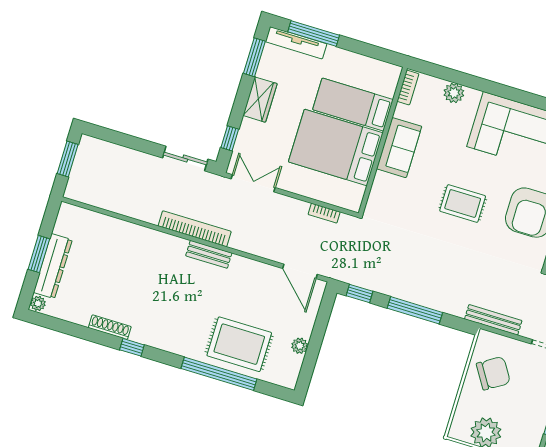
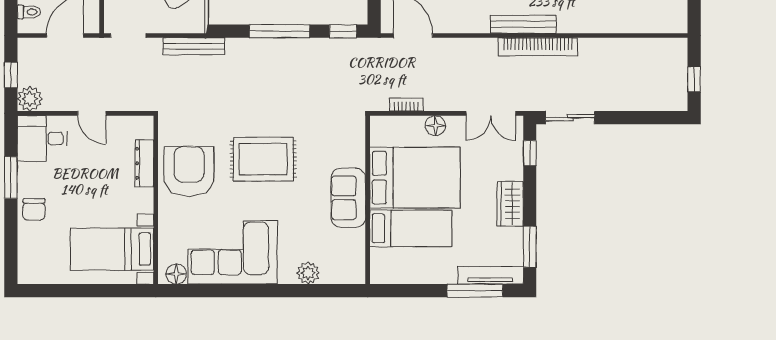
bookcase: (408, 88) -> (358, 264), removed
window: (68, 159) -> (694, 80), width x0.67
floor lamp: (304, 187) -> (435, 126), added
rug: (463, 203) -> (263, 159), width x1.36, depth x1.43
bench: (209, 254) -> (523, 24), width x1.36

